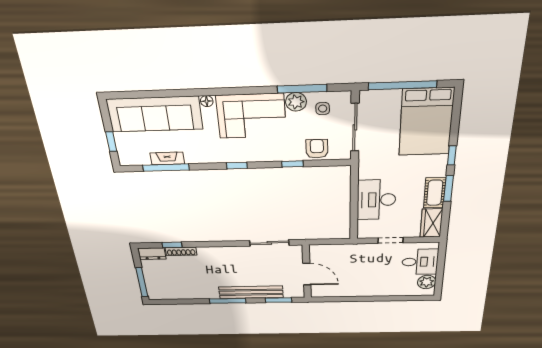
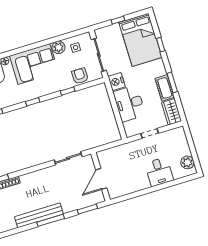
window: (402, 85) -> (118, 20), width x0.32
window: (302, 89) -> (60, 38), removed
window: (452, 155) -> (161, 45), moved
nightstand: (368, 169) -> (116, 82), added
desk: (420, 262) -> (159, 172), moved, turned 90
door: (307, 274) -> (101, 179), swing flipped
bench: (251, 292) -> (39, 215), moved

